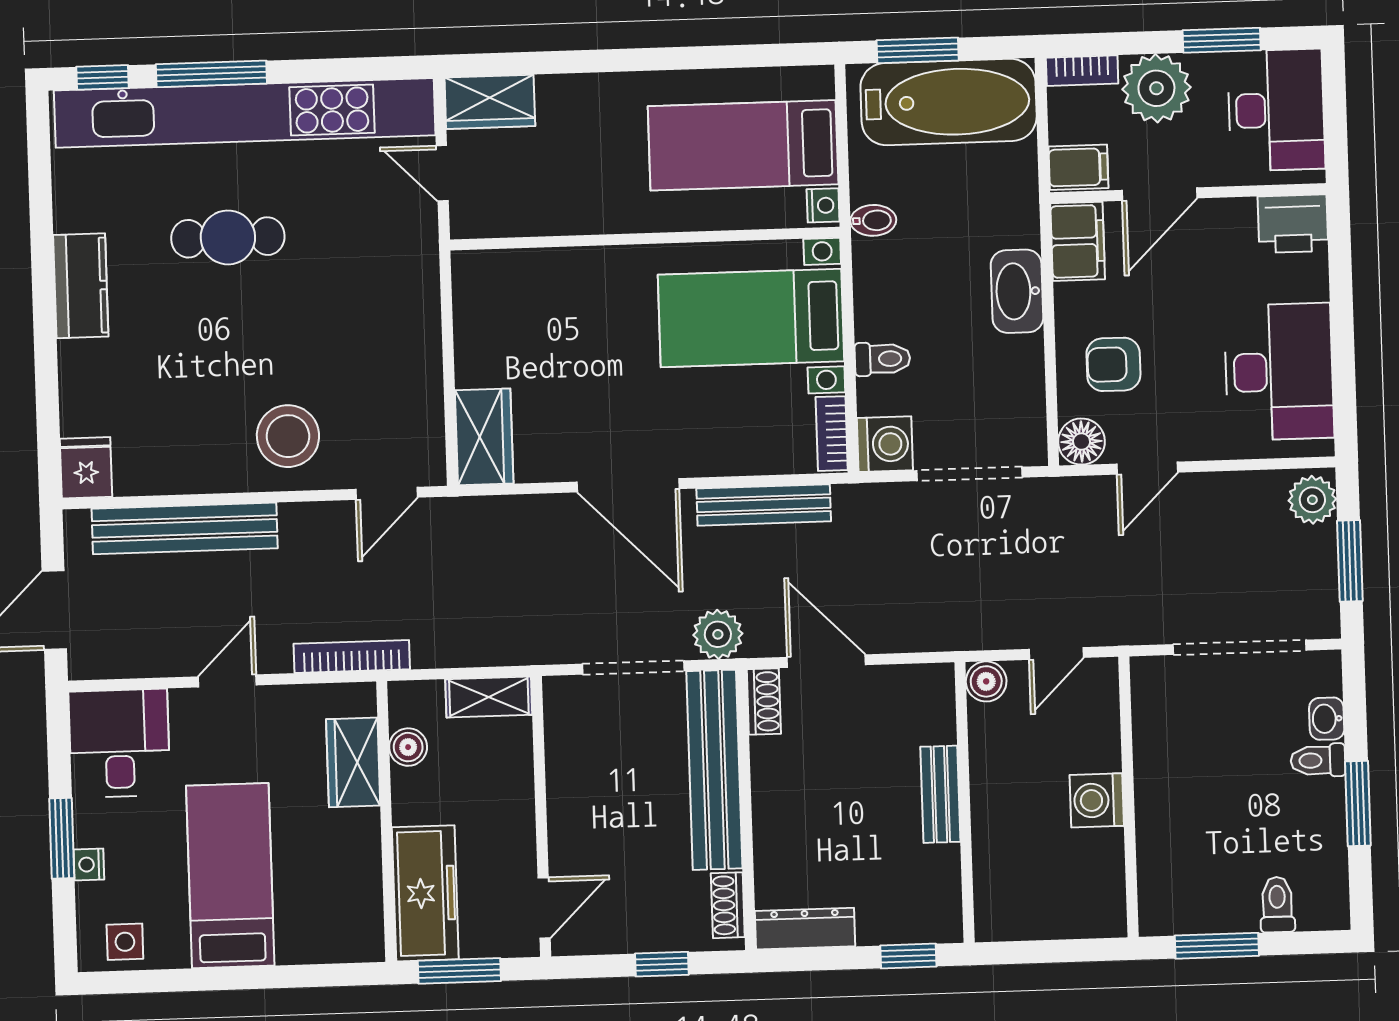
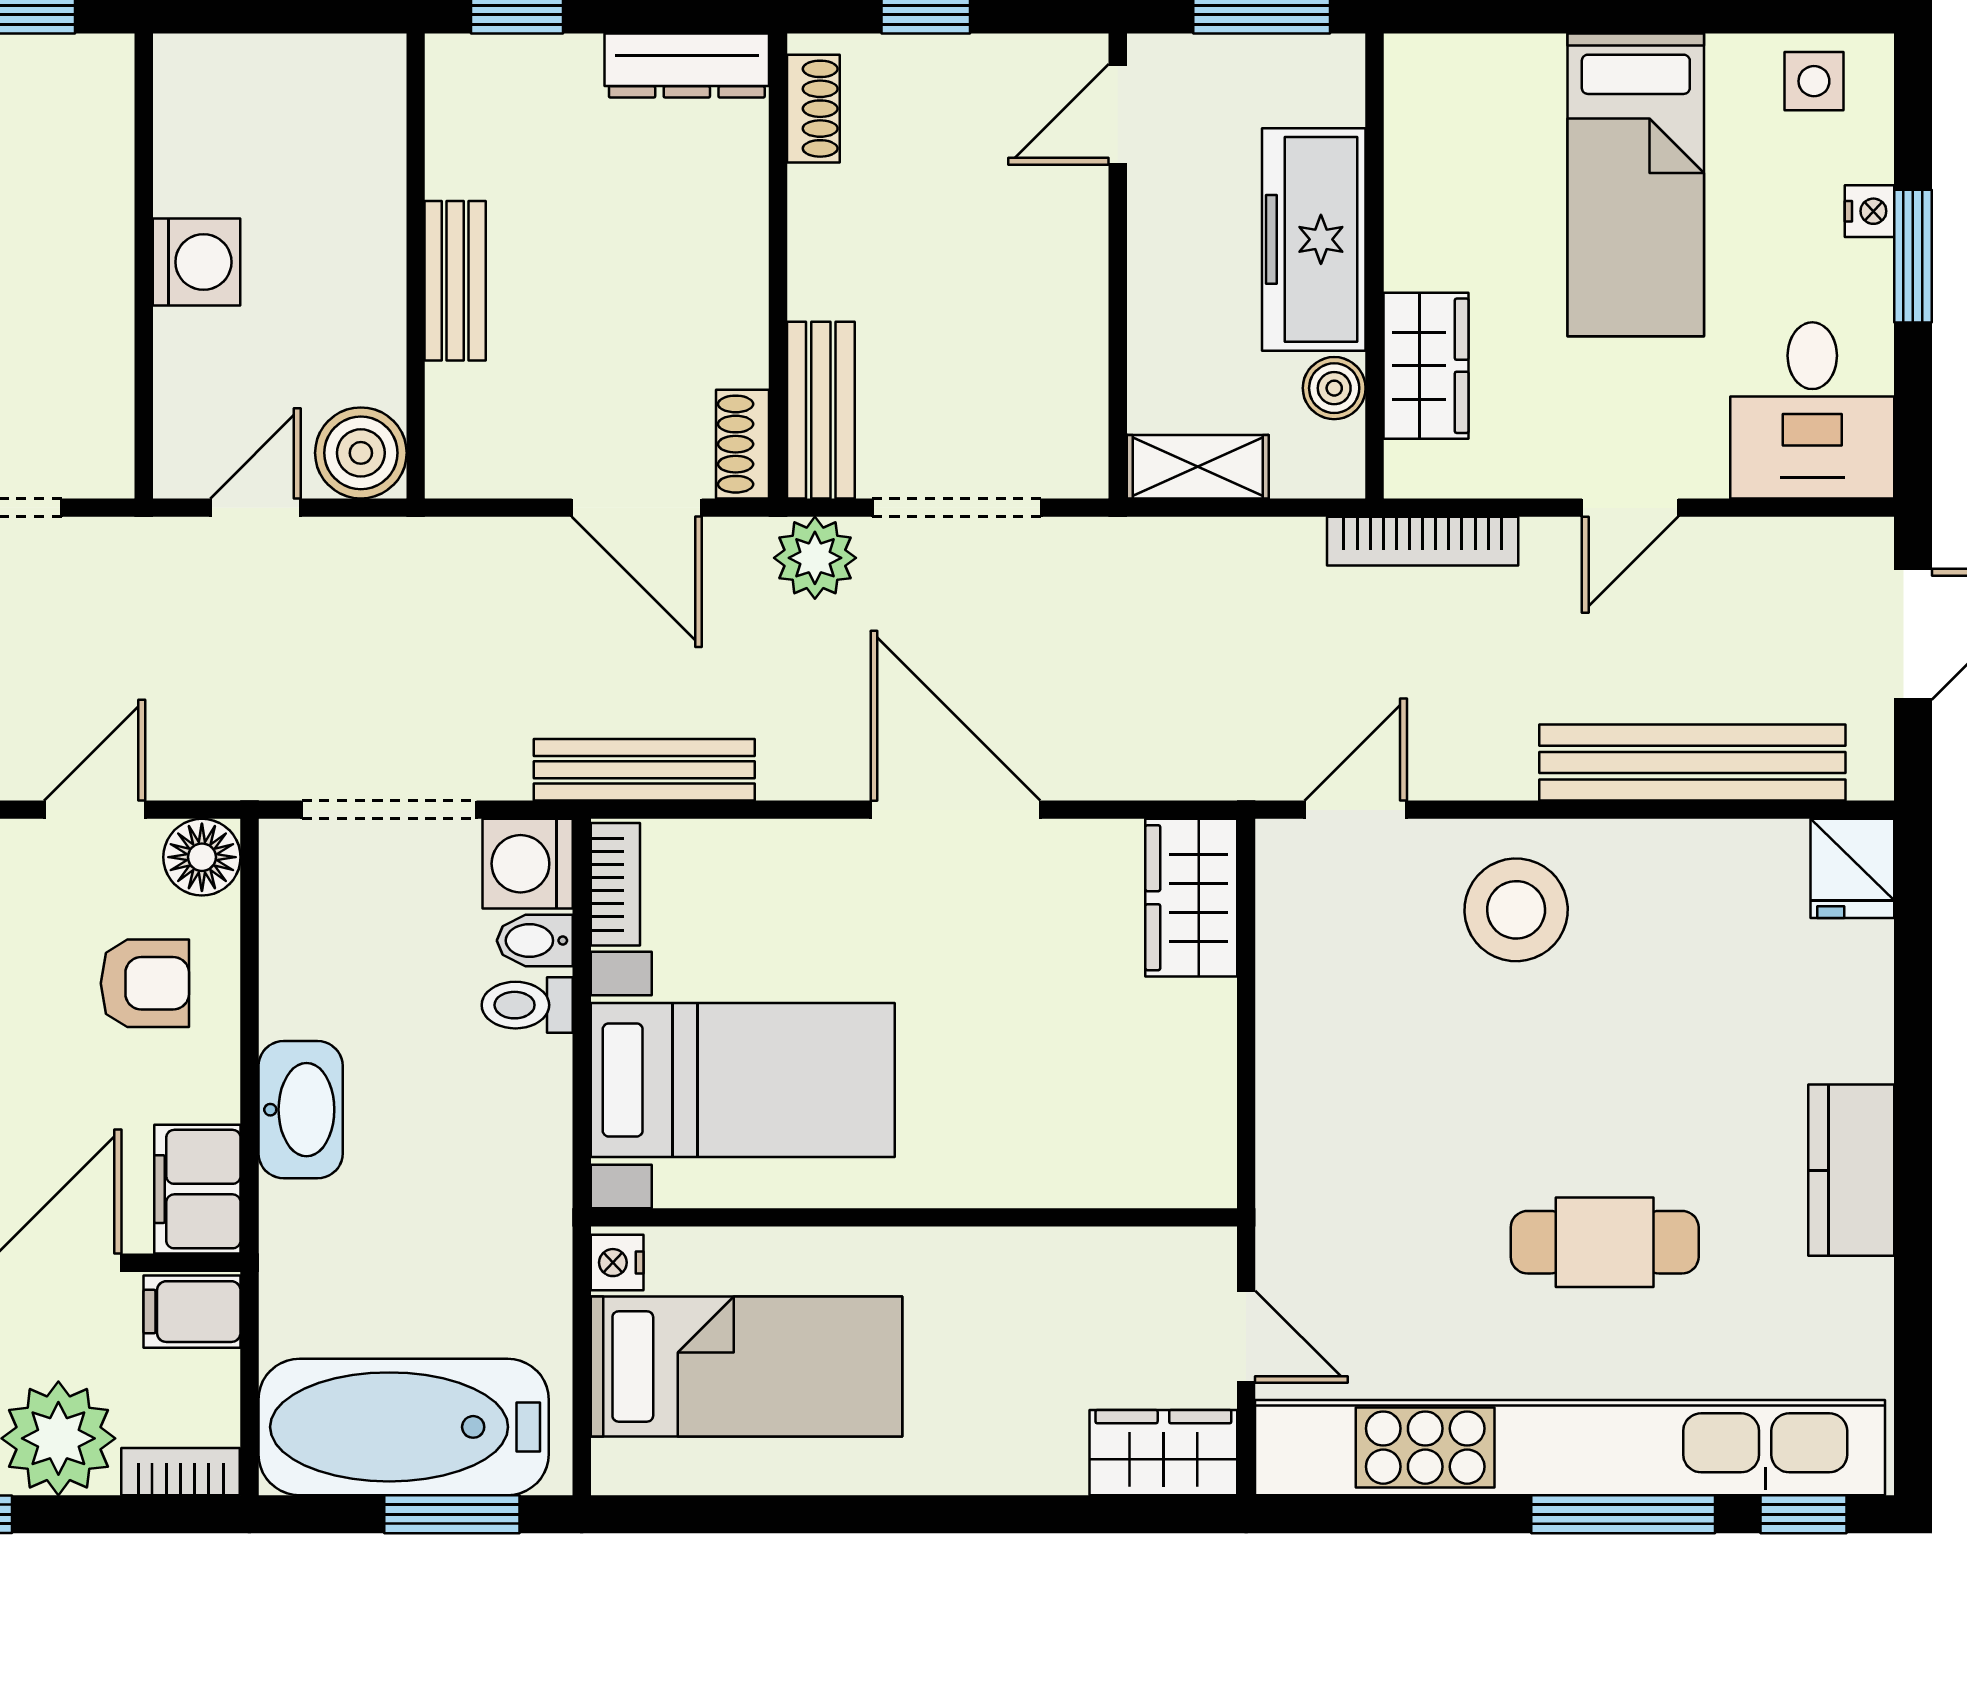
bidet: (873, 220) -> (535, 941), moved
bench: (764, 505) -> (644, 770), moved
boiler: (986, 681) -> (361, 453), width x1.36, depth x1.36
bench: (714, 770) -> (821, 410), width x0.54, depth x0.82
freezer: (425, 893) -> (1314, 239), moved

